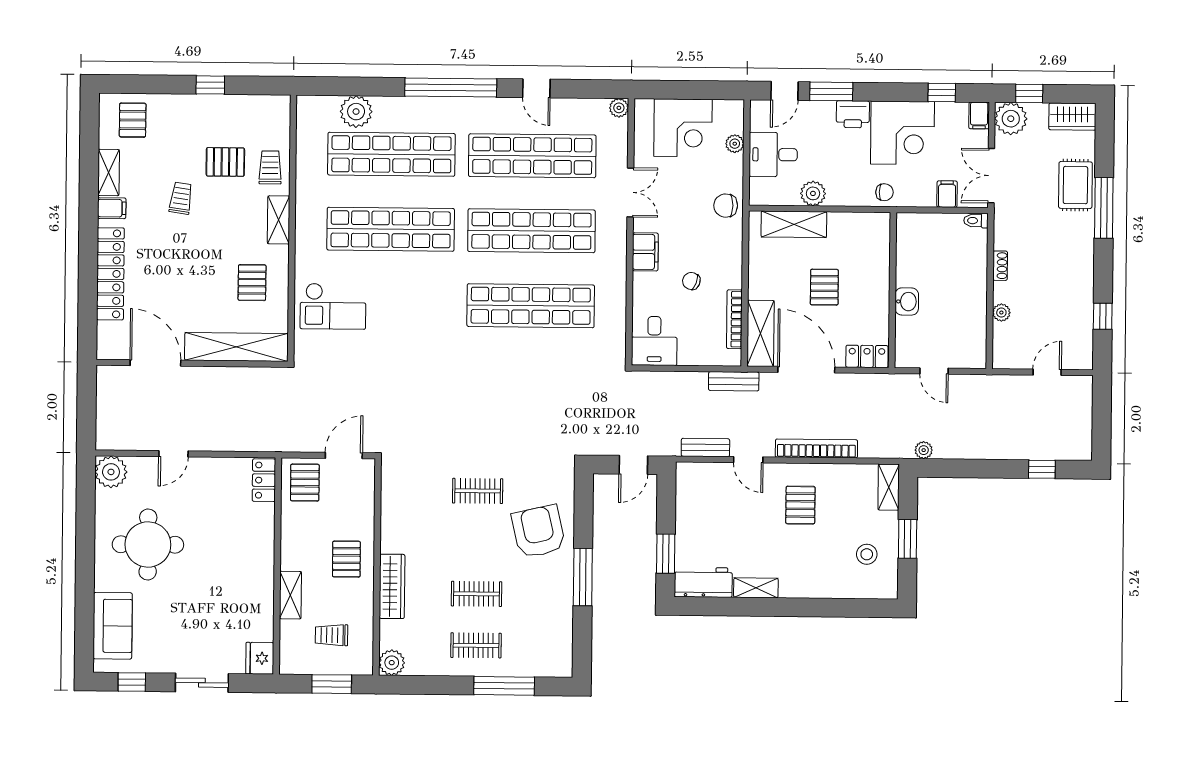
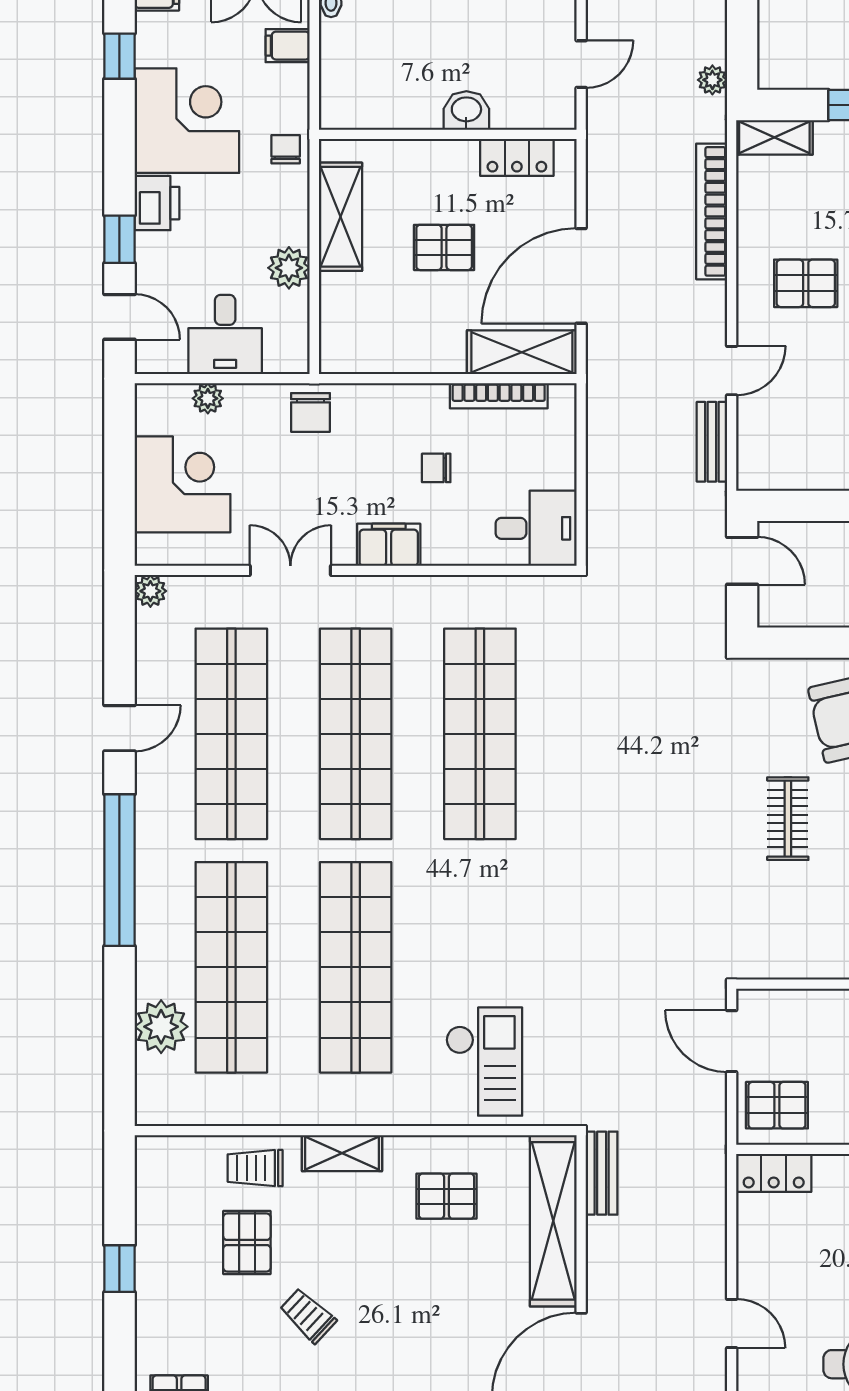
window: (831, 91) -> (119, 239), width x0.67
trolley: (181, 198) -> (308, 1315), turned 35
shelving: (794, 224) -> (340, 217), moved
chair: (691, 281) -> (436, 468), turned 70
locker: (867, 356) -> (517, 157), moved, turned -90
bench: (734, 381) -> (602, 1173), moved
bookcase: (816, 449) -> (712, 211), moved

